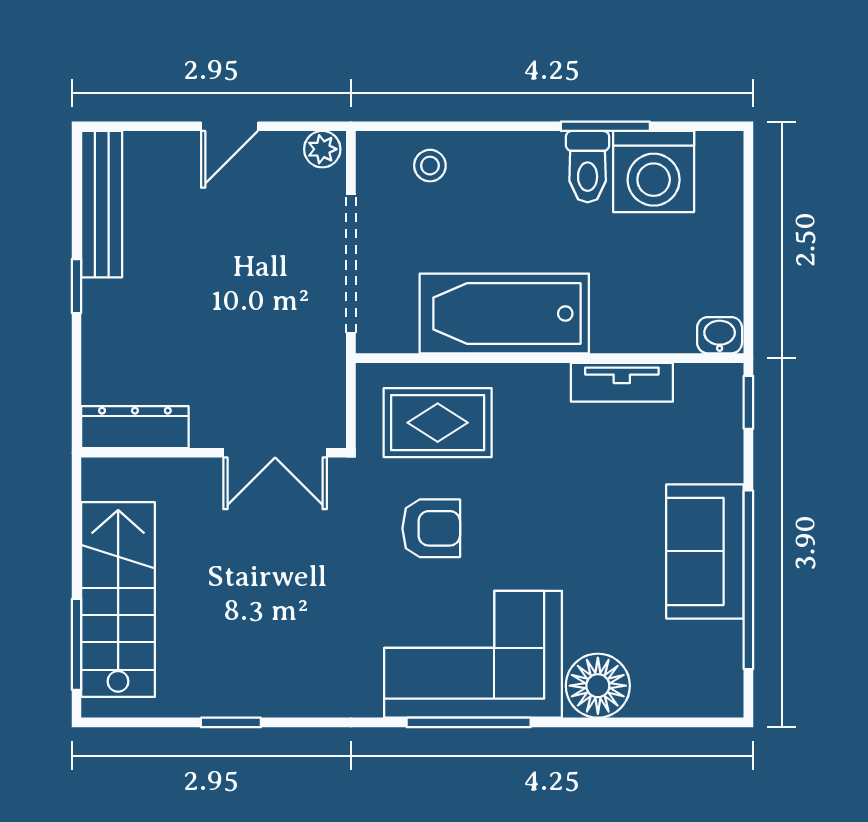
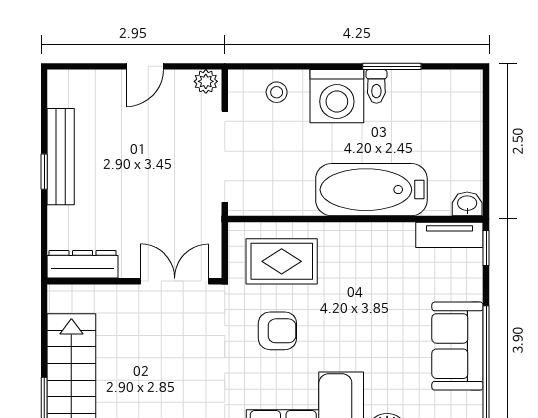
toilet: (588, 167) -> (376, 86), width x0.73, depth x0.72
washing machine: (654, 172) -> (337, 96), moved
bench: (102, 204) -> (61, 157), moved
bathtub: (504, 313) -> (371, 190), moved
tv unit: (622, 382) -> (449, 235), moved
double door: (275, 453) -> (175, 281), swing flipped

